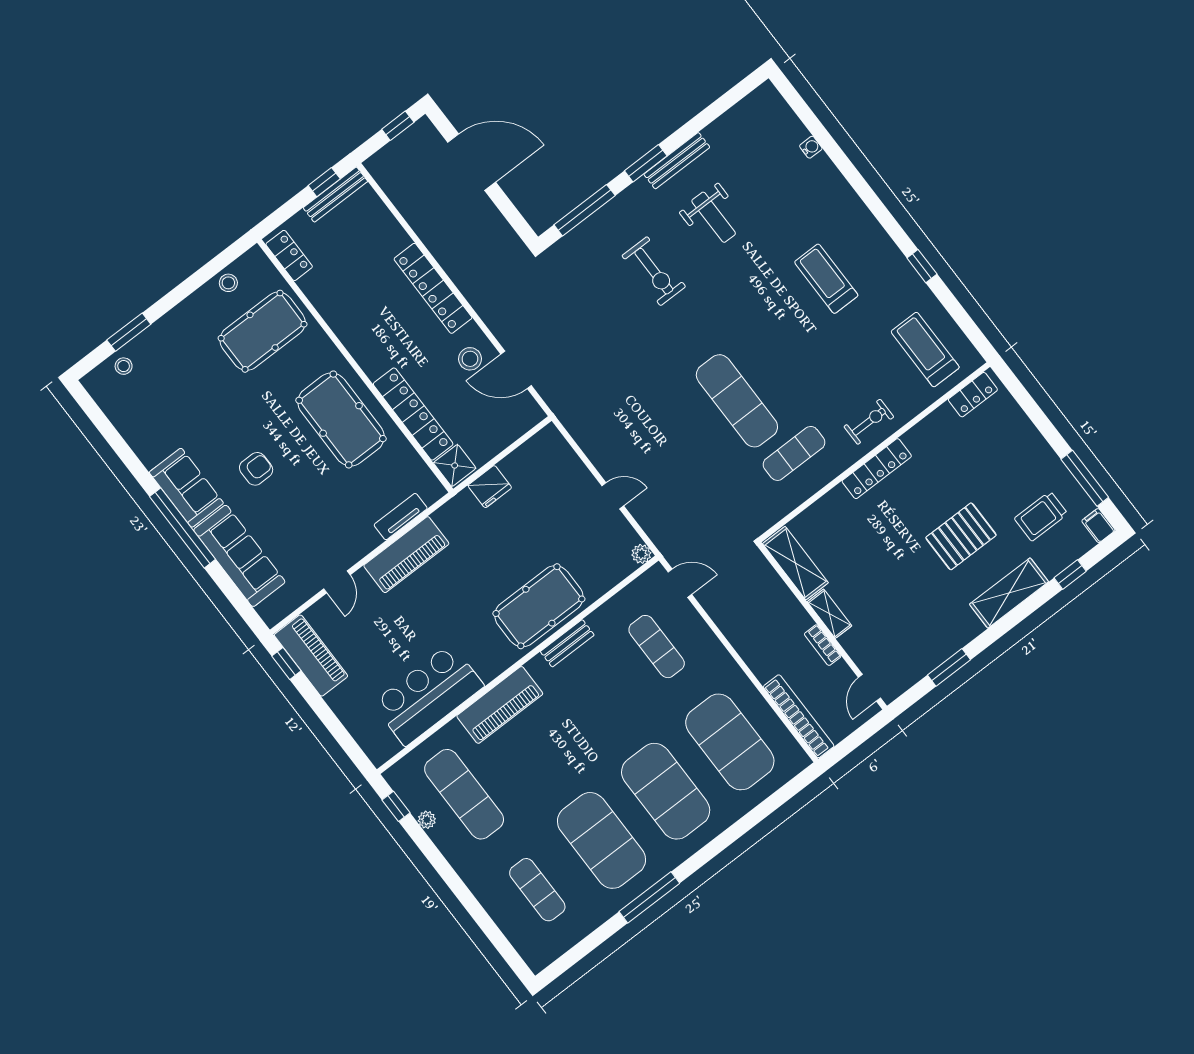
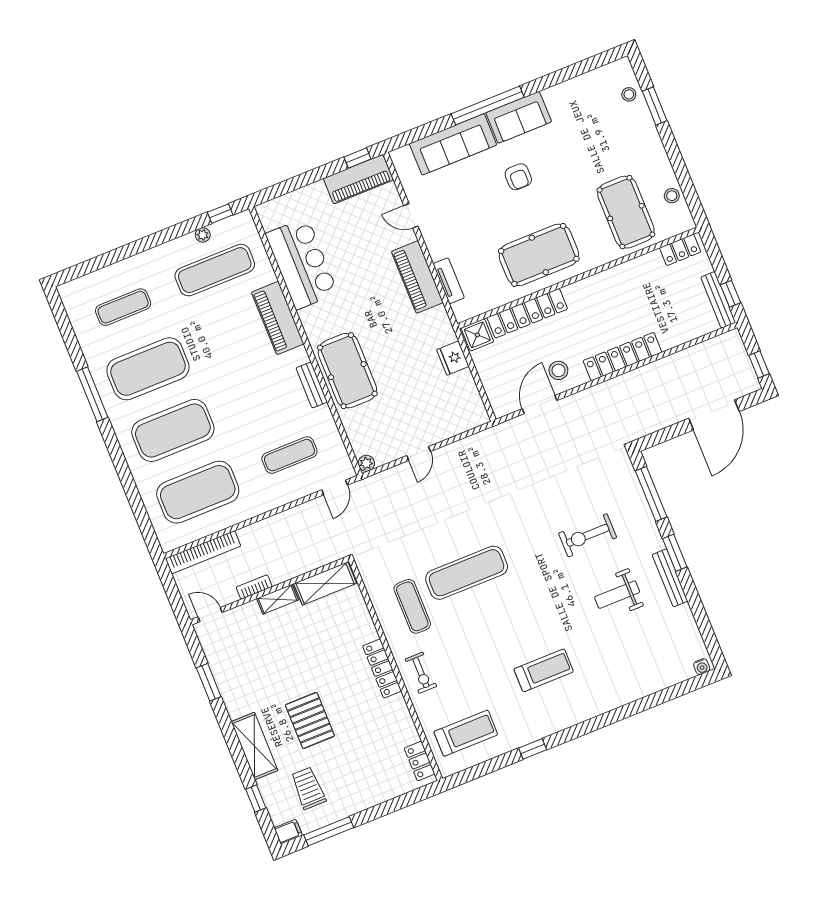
water cooler: (811, 147) -> (702, 667), moved

